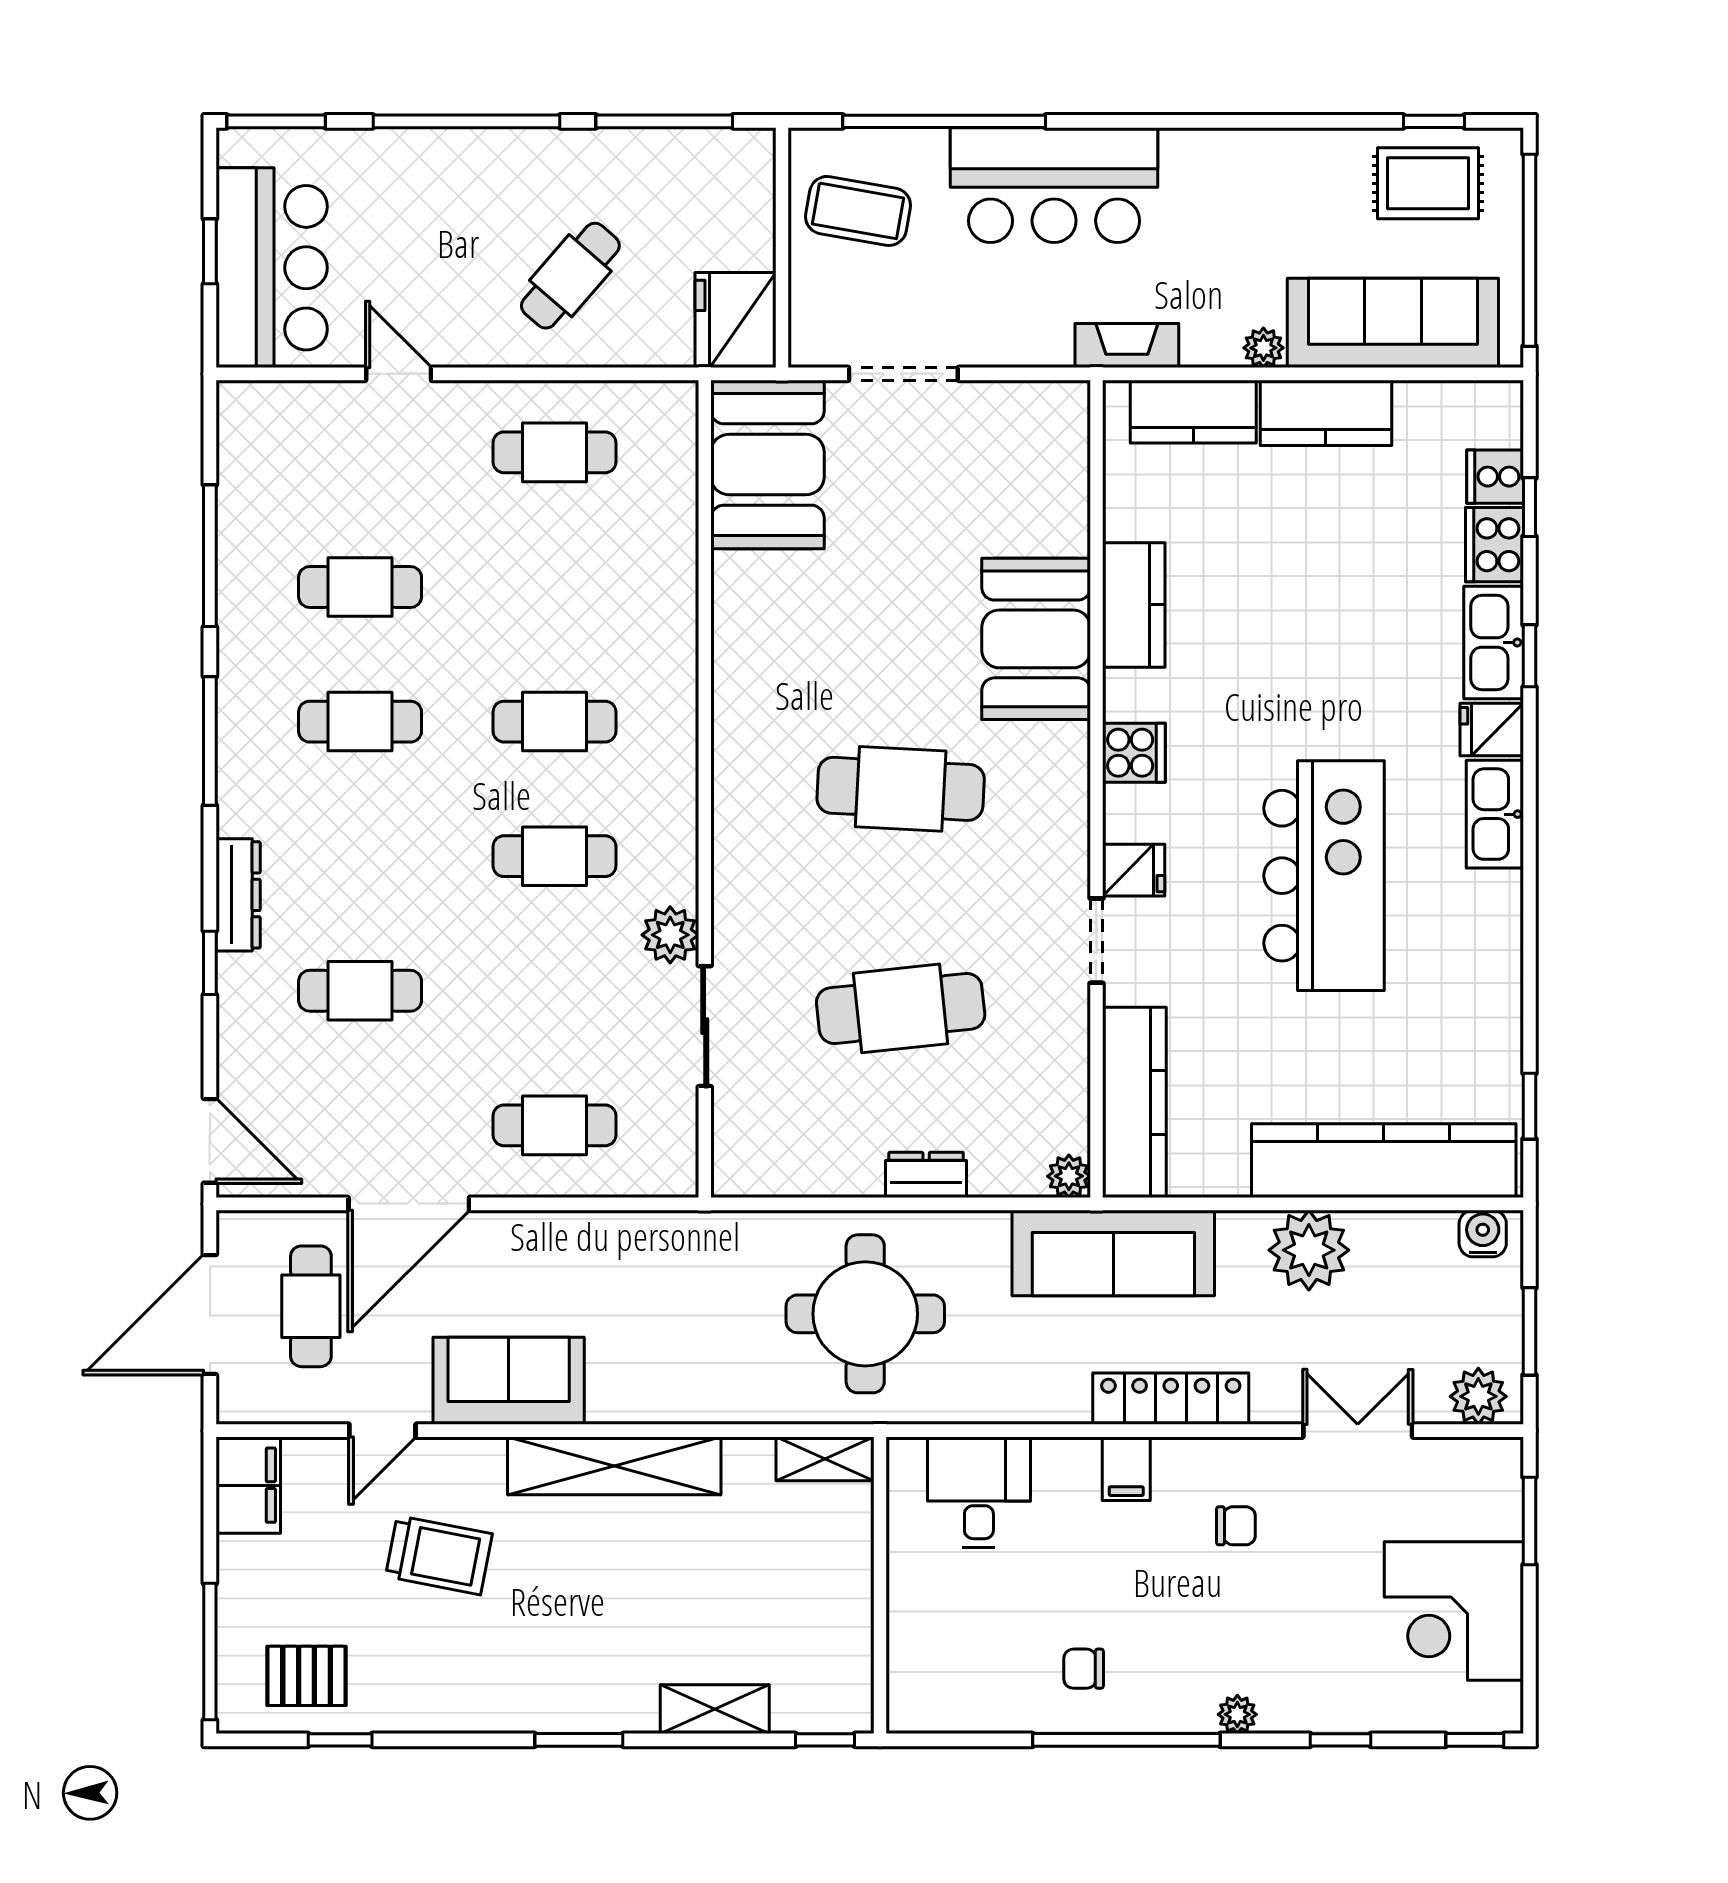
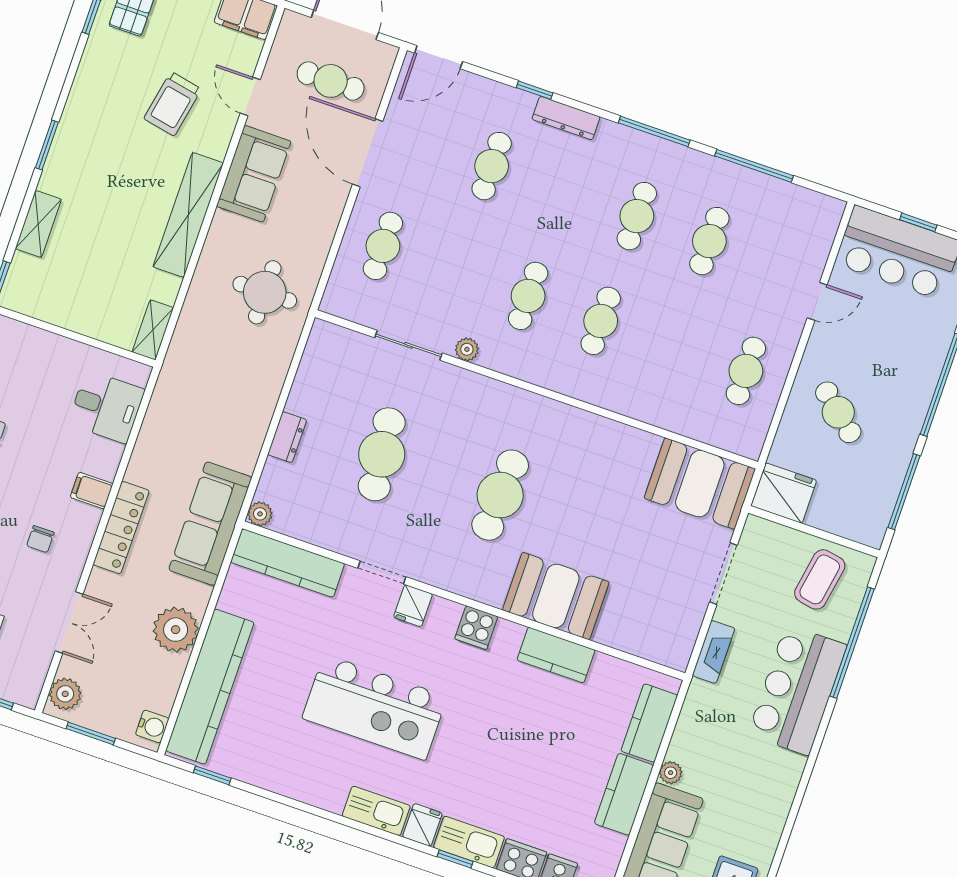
fireplace: (1127, 346) -> (714, 652), moved
plant: (670, 935) -> (467, 349), width x0.73, depth x0.73
round table: (865, 1314) -> (265, 292), moved, width x0.73, depth x0.73

